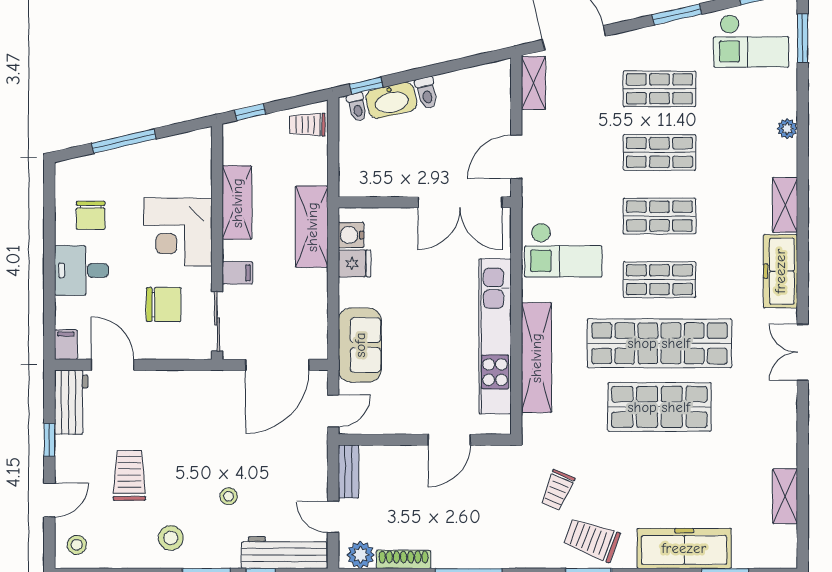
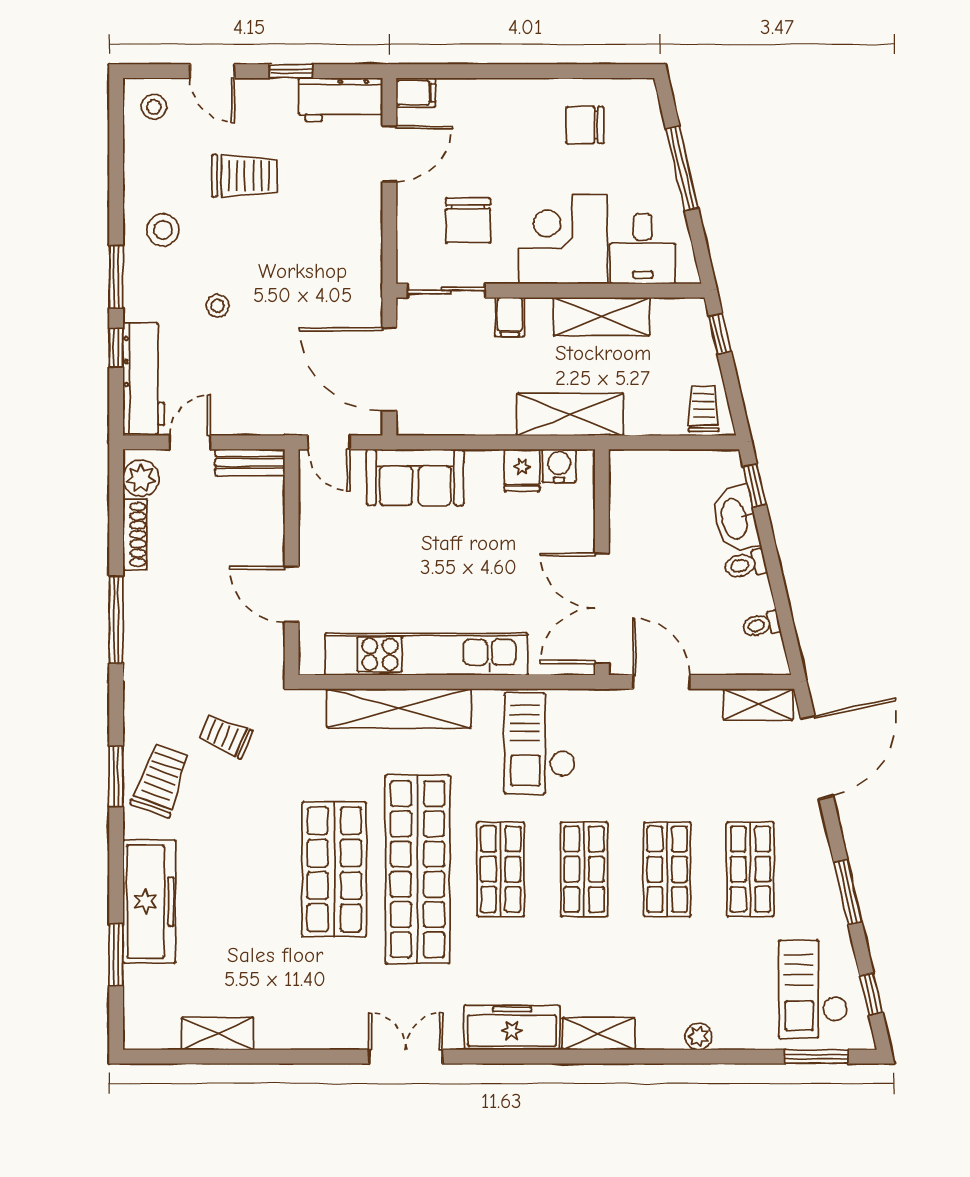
toilet: (357, 107) -> (761, 625), moved
desk: (81, 270) -> (643, 249), moved, turned 180

